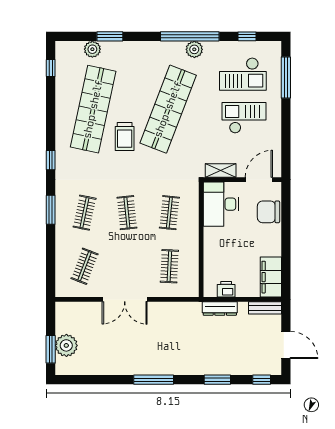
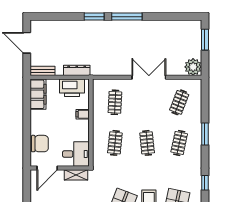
desk: (221, 204) -> (76, 154), width x0.73
window: (51, 210) -> (205, 134), moved
filing cabinet: (212, 251) -> (83, 114), added
printer: (226, 289) -> (72, 88), width x1.87, depth x1.48
plant: (66, 345) -> (193, 67), moved
window: (217, 380) -> (94, 17), moved
window: (262, 380) -> (45, 17), removed

